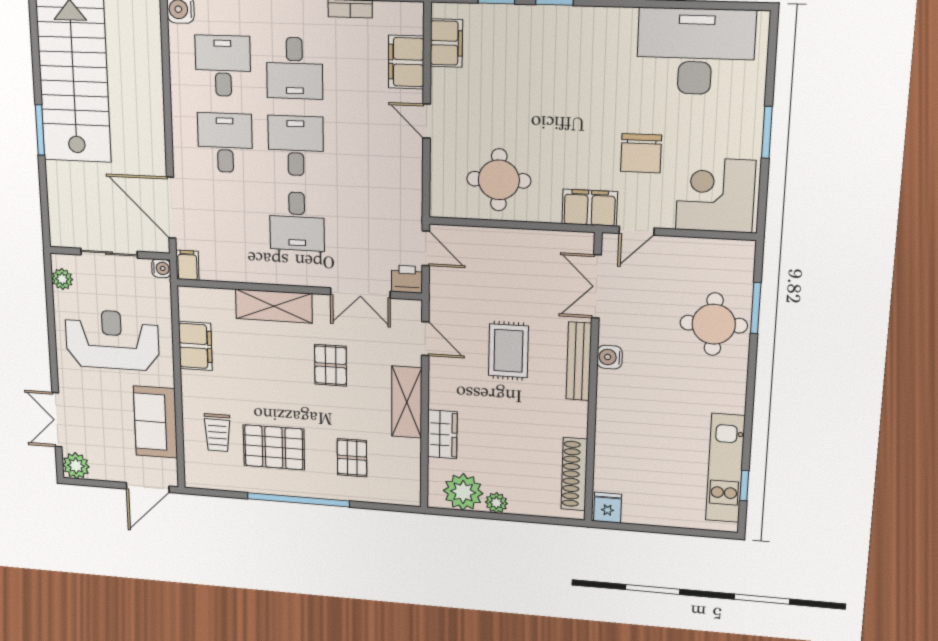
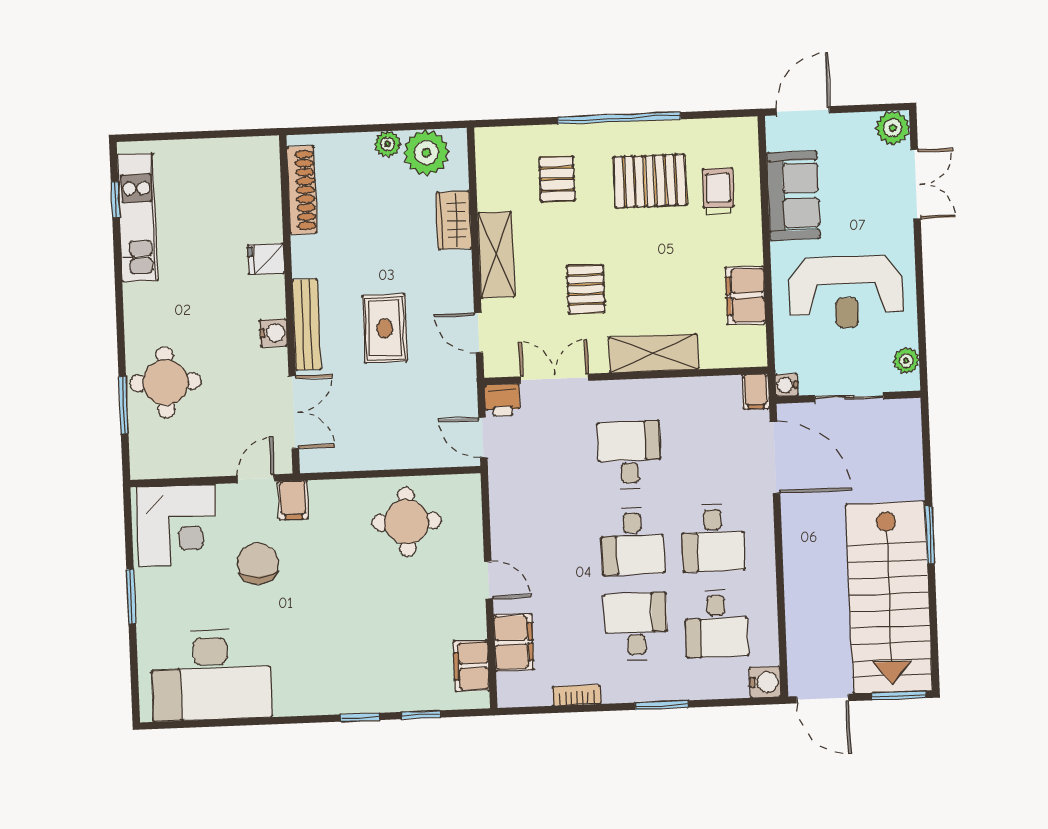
filing cabinet: (590, 208) -> (293, 500), width x0.50
fridge: (608, 508) -> (266, 259), moved, turned 90

